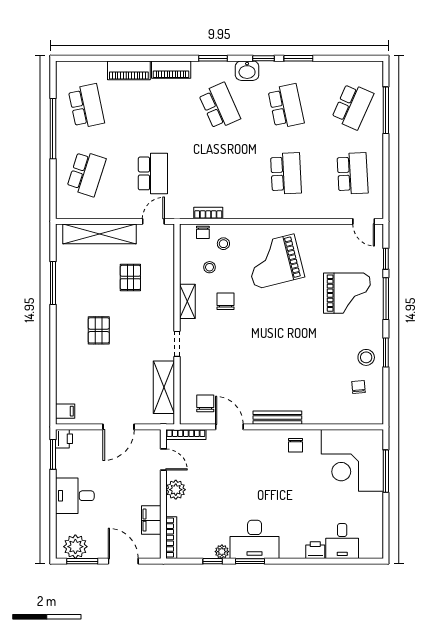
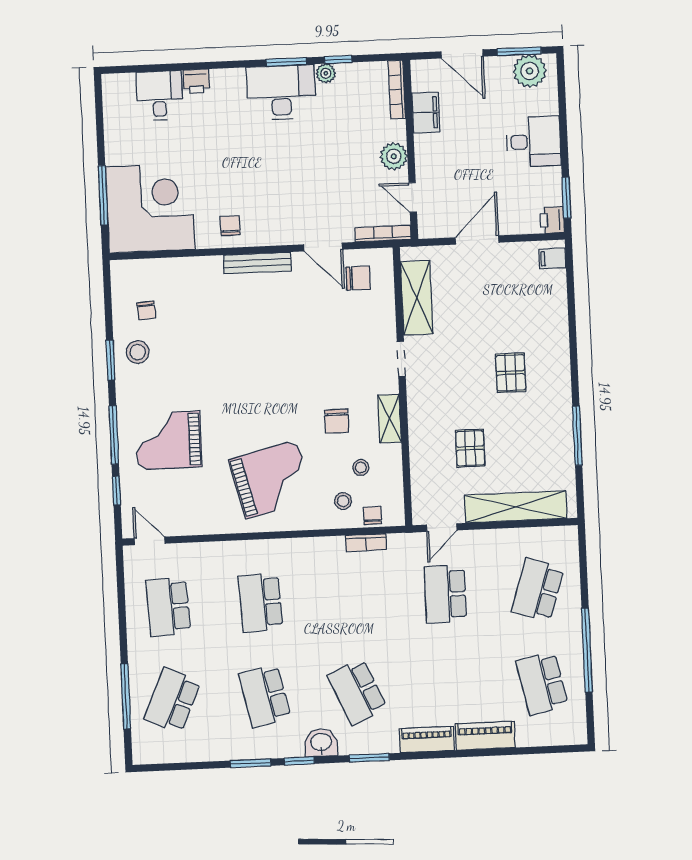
chair: (205, 403) -> (358, 278), turned -90

